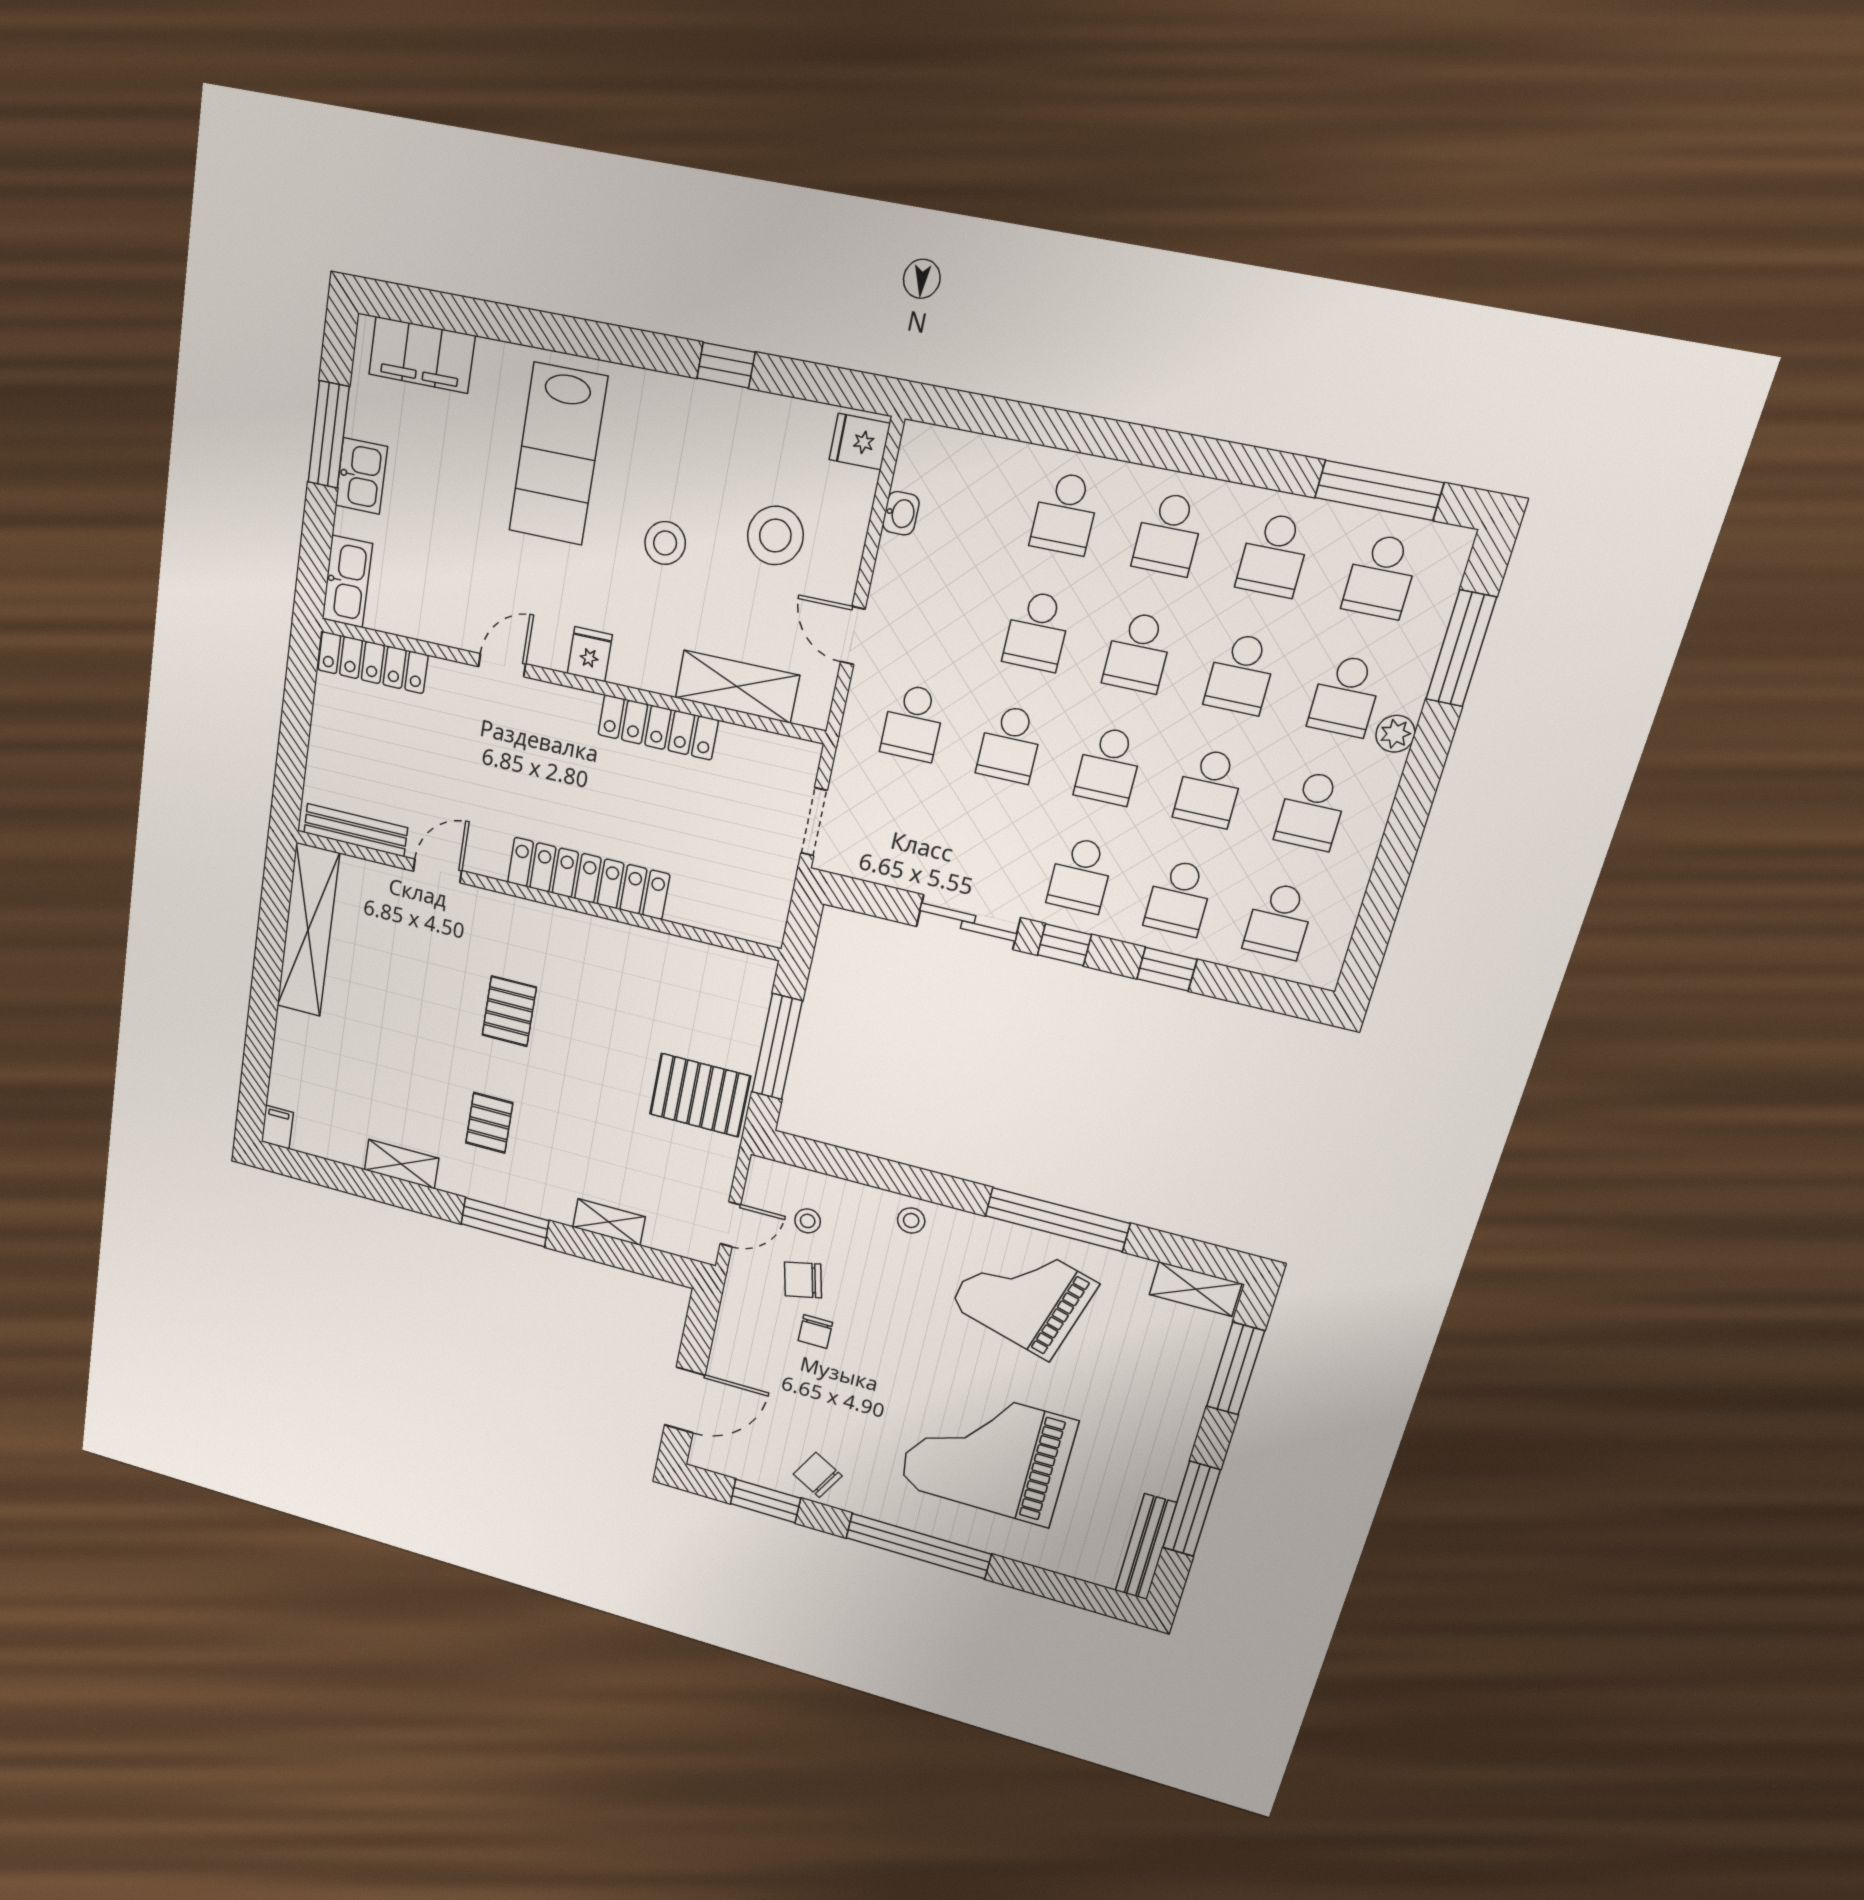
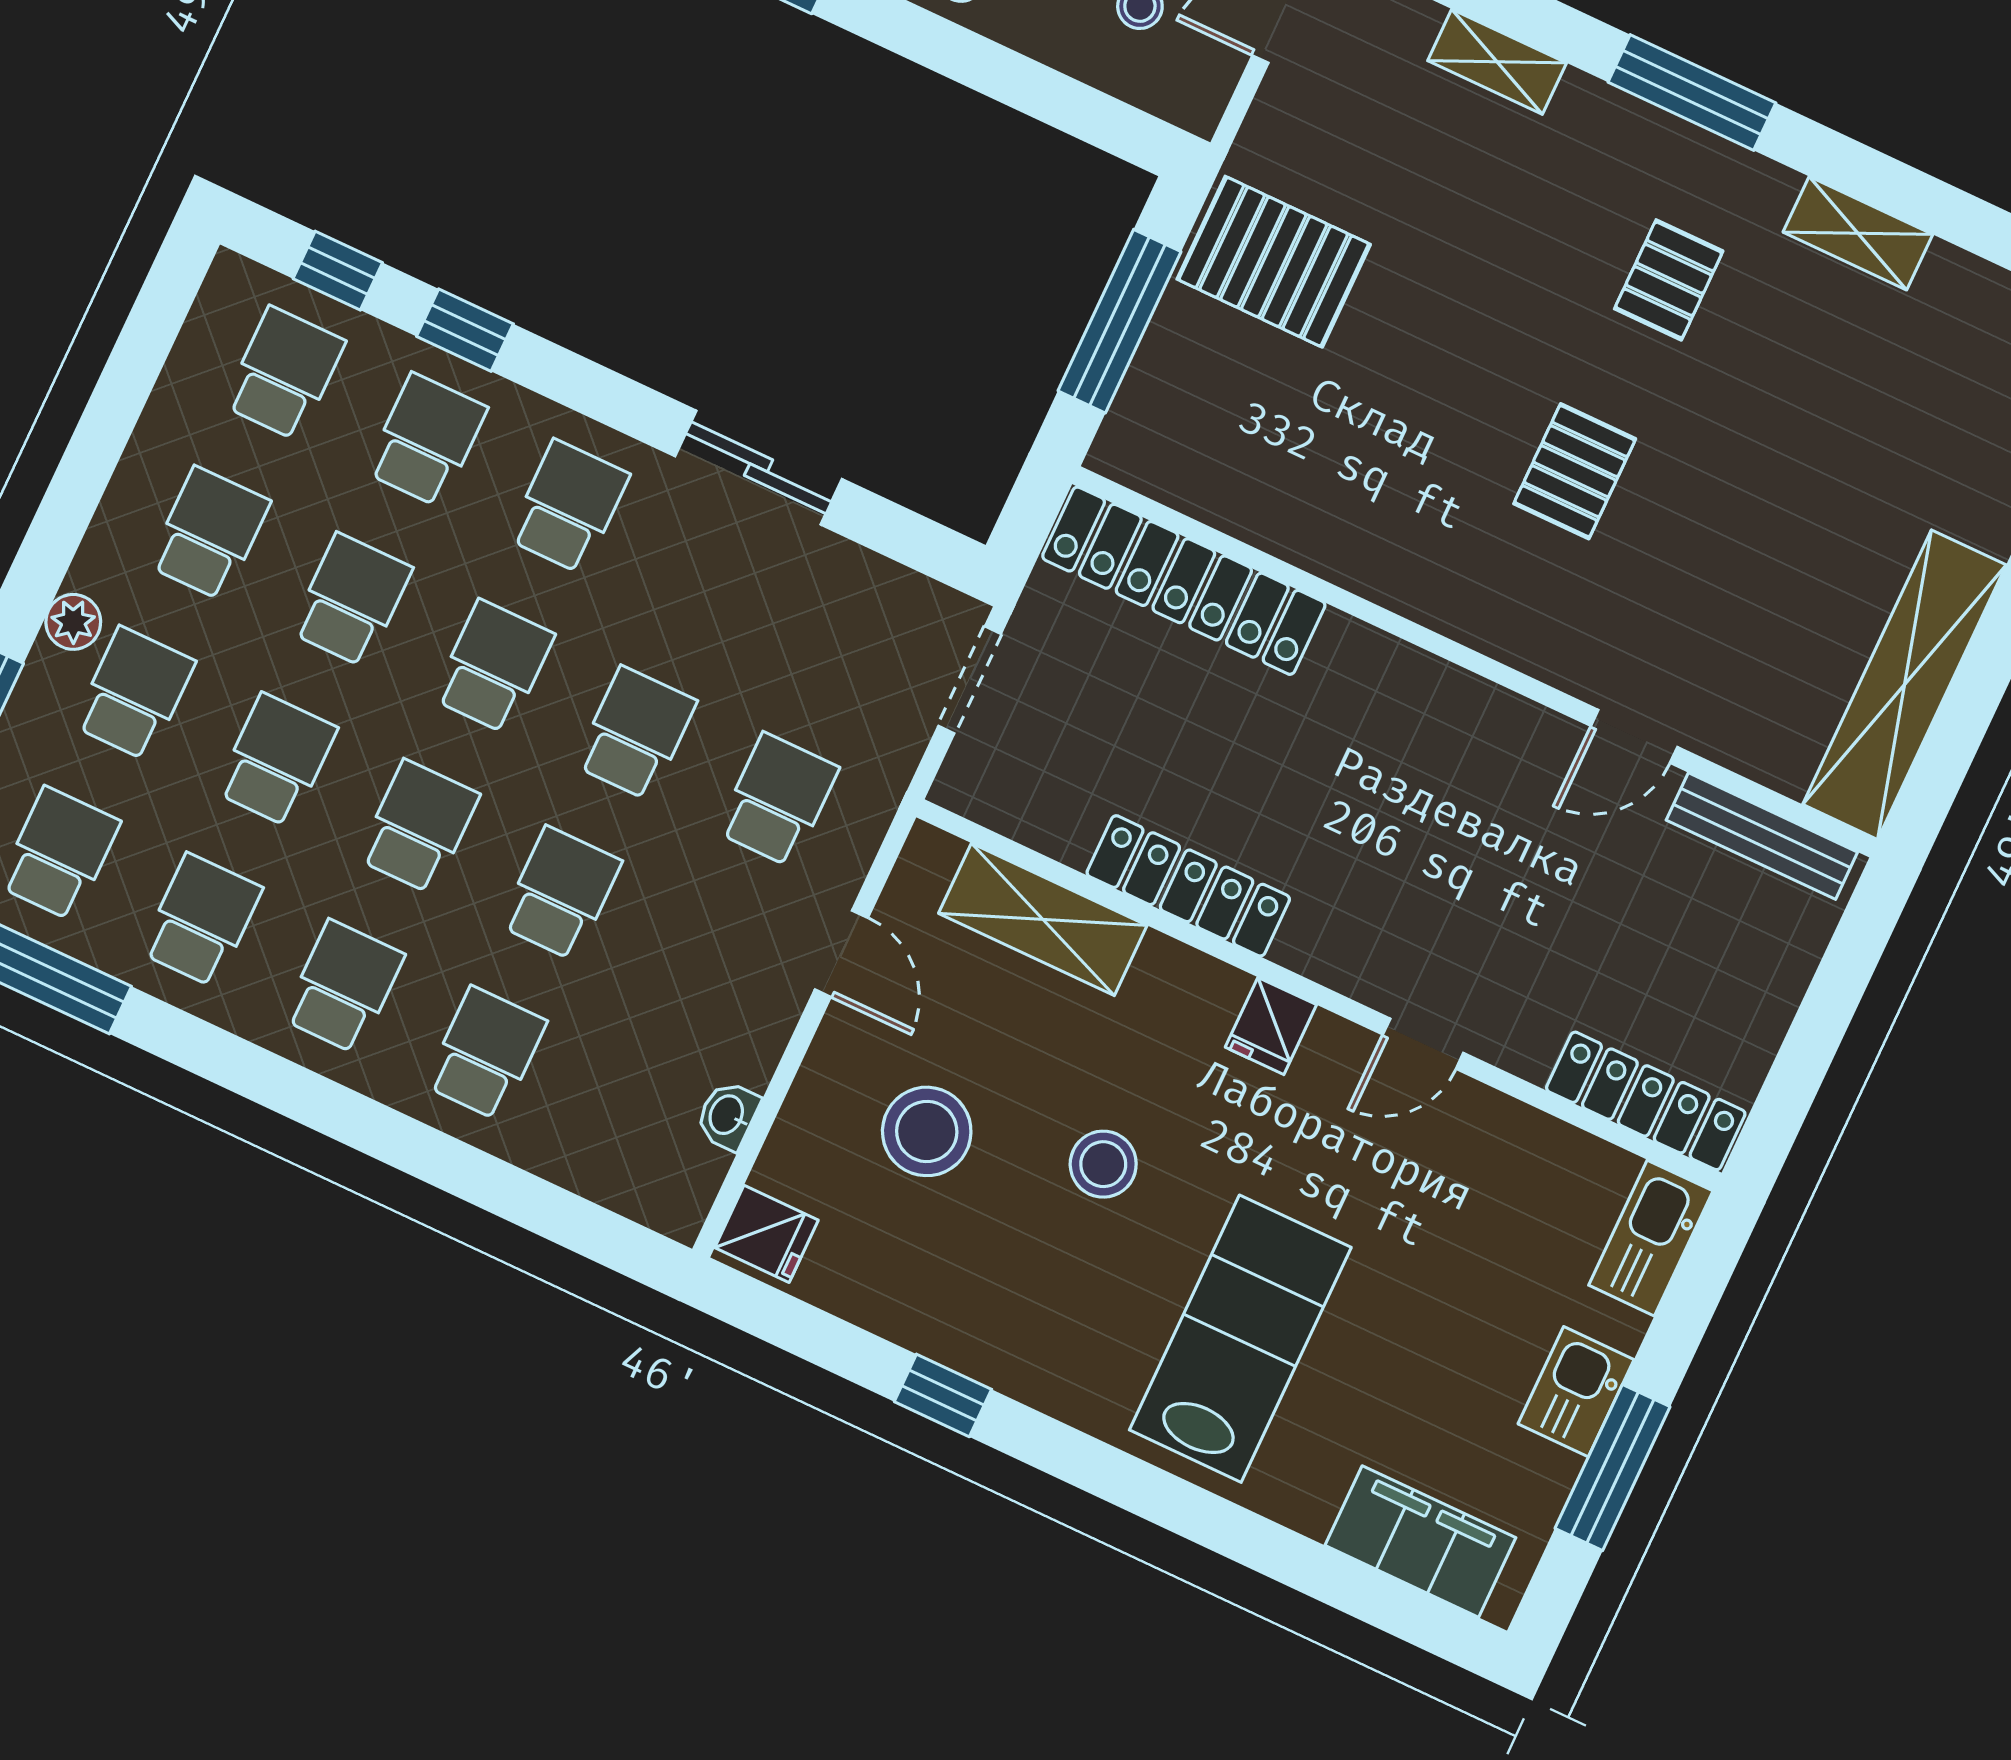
locker: (588, 878) -> (1184, 581), moved
window: (1064, 945) -> (338, 271), moved

